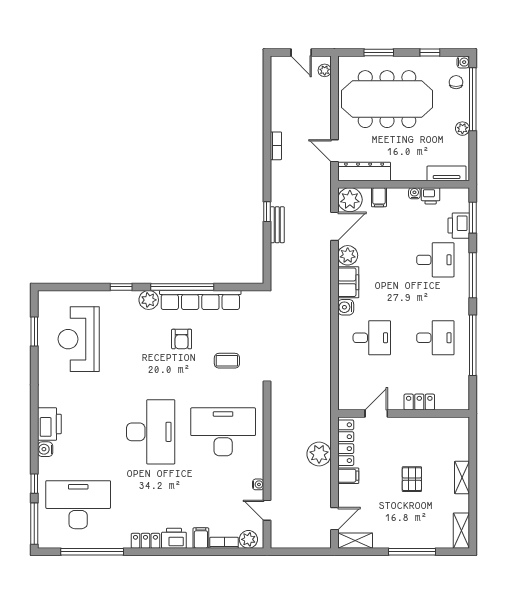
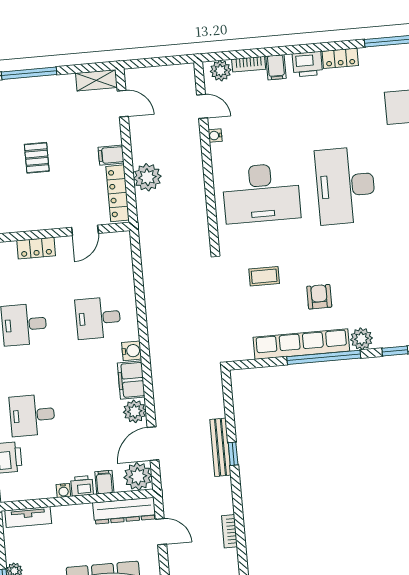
printer: (431, 196) -> (82, 486), moved
bench: (277, 225) -> (220, 447), width x1.36
door: (334, 519) -> (123, 104), swing flipped

